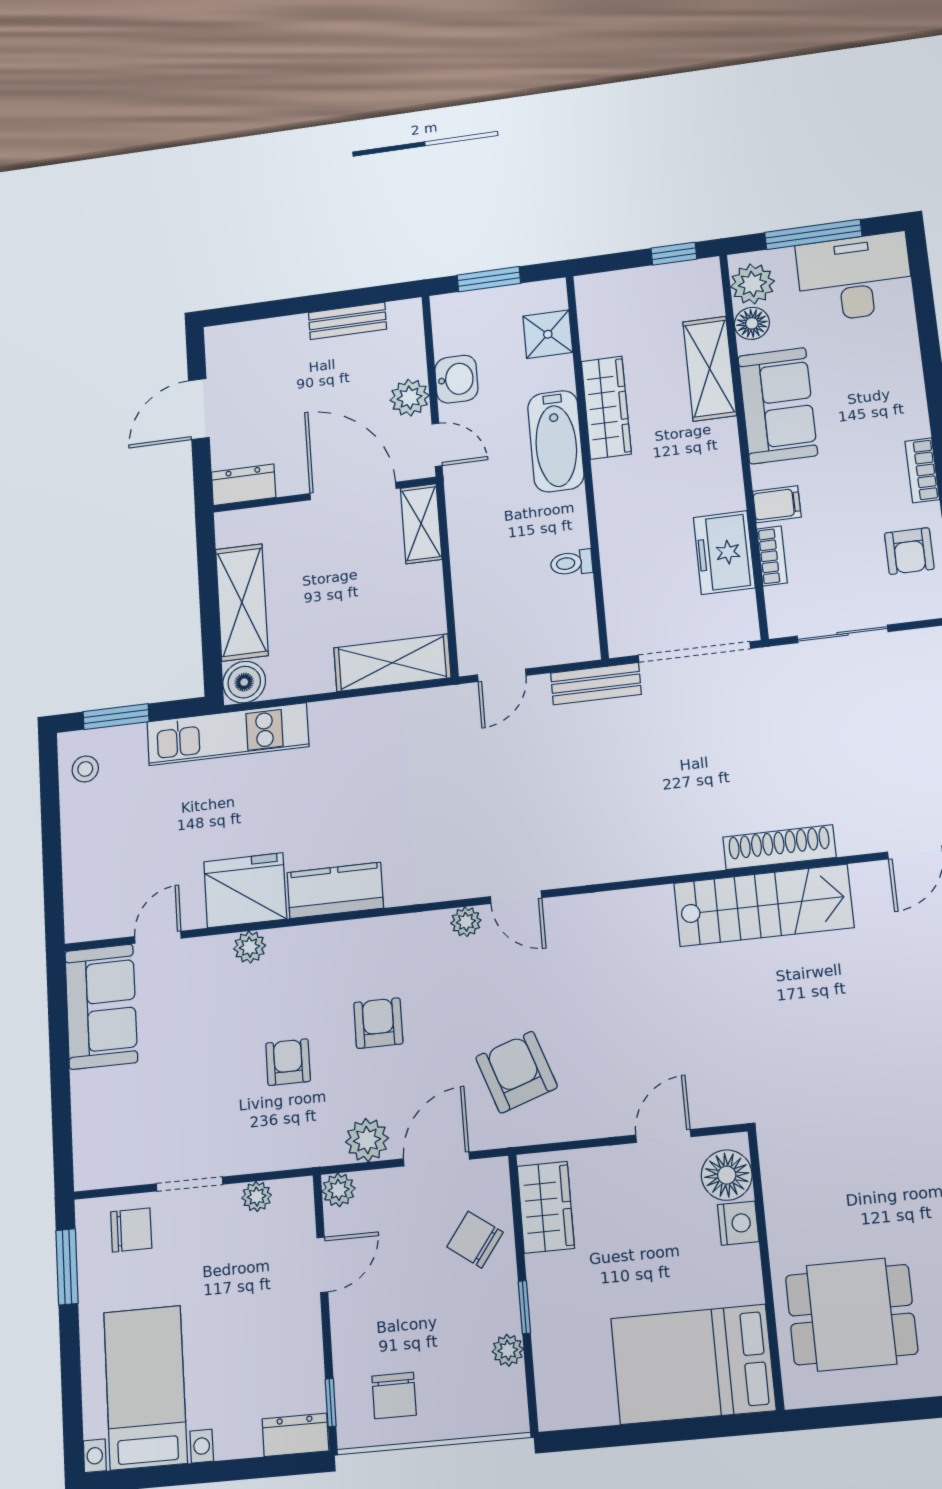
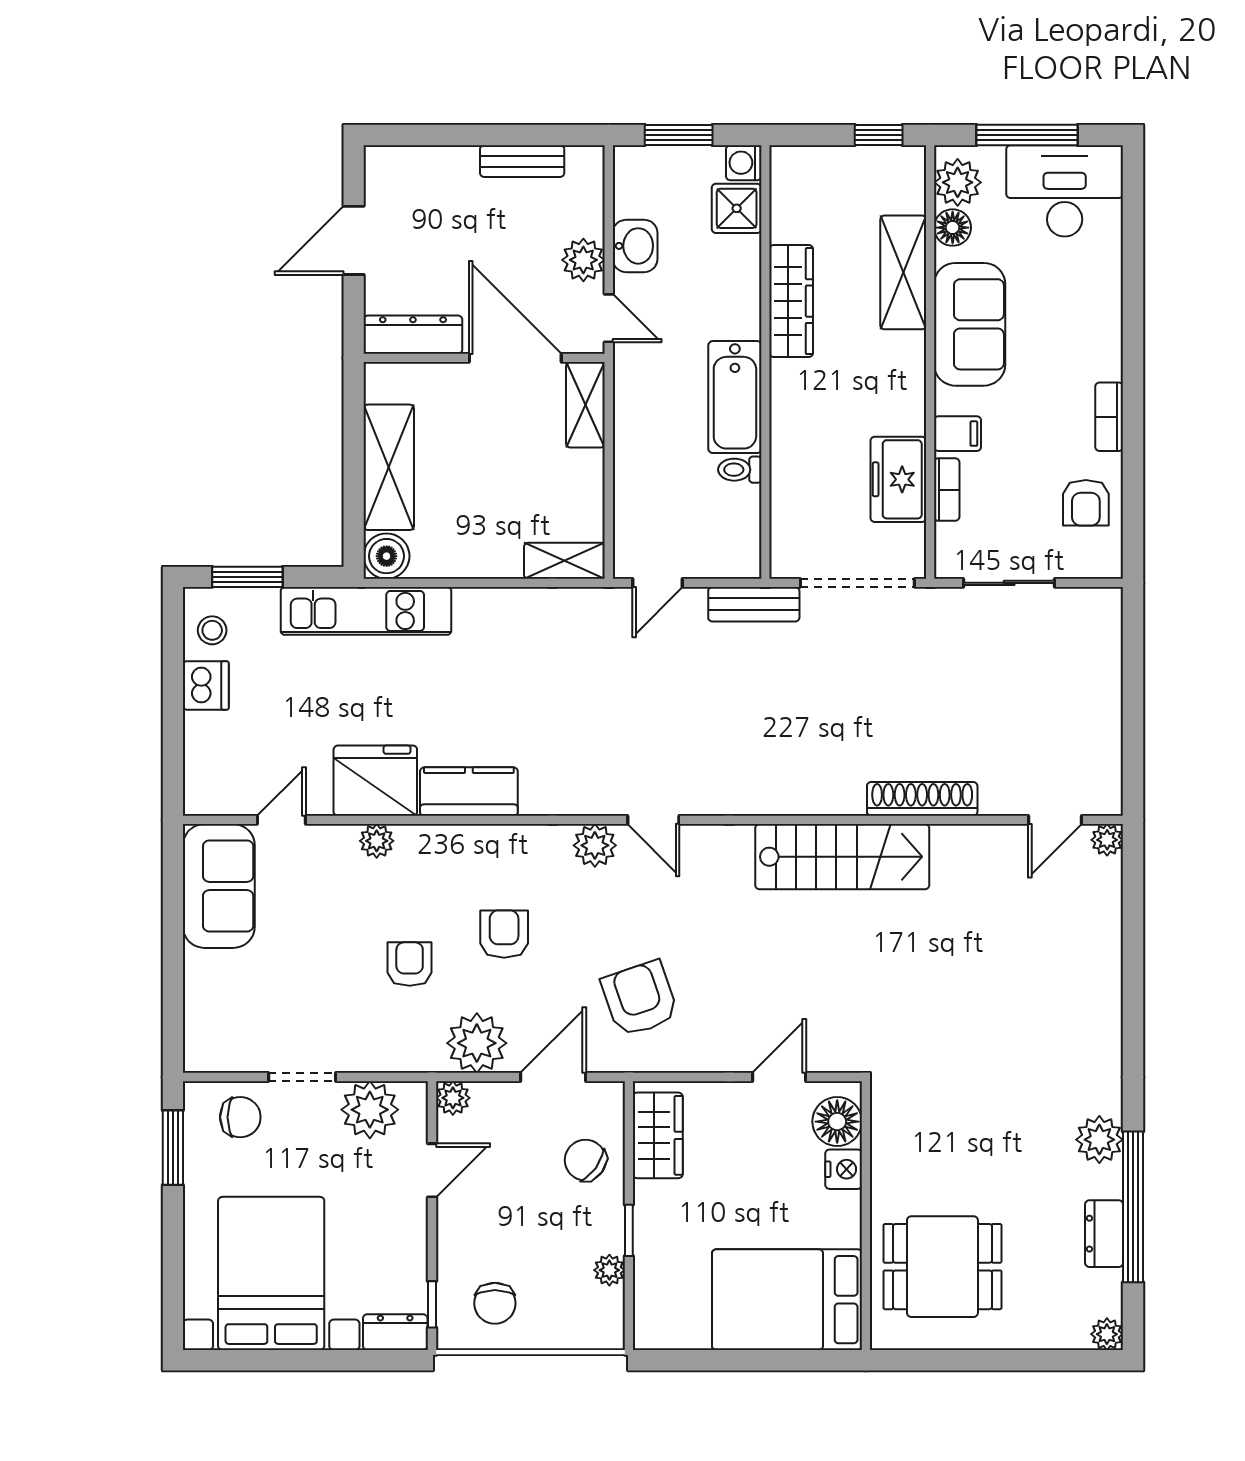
washing machine: (551, 294) -> (744, 163), added
bathtub: (556, 441) -> (735, 397), moved
dresser: (244, 485) -> (413, 335), width x1.44
shelving: (392, 663) -> (564, 561), width x0.67, depth x0.75
dishwasher: (81, 820) -> (206, 685), added
stairs: (764, 905) -> (842, 857), moved
plant: (466, 922) -> (595, 845), width x1.38, depth x1.38
plant: (367, 1140) -> (477, 1043), width x1.36, depth x1.36
plant: (257, 1197) -> (370, 1110), width x1.87, depth x1.87
bed with nightstands: (145, 1387) -> (271, 1273), width x1.36

